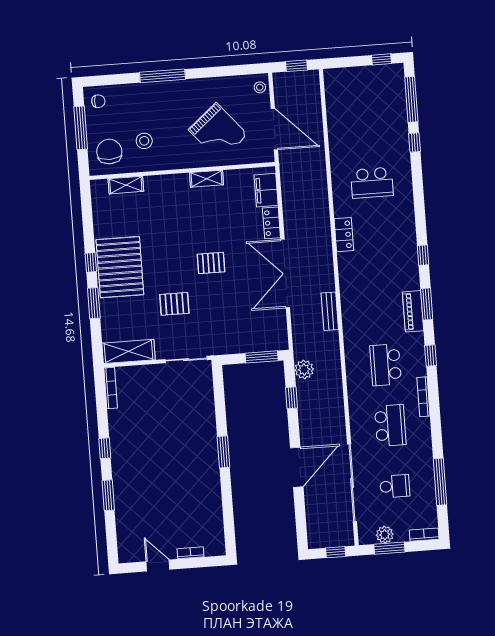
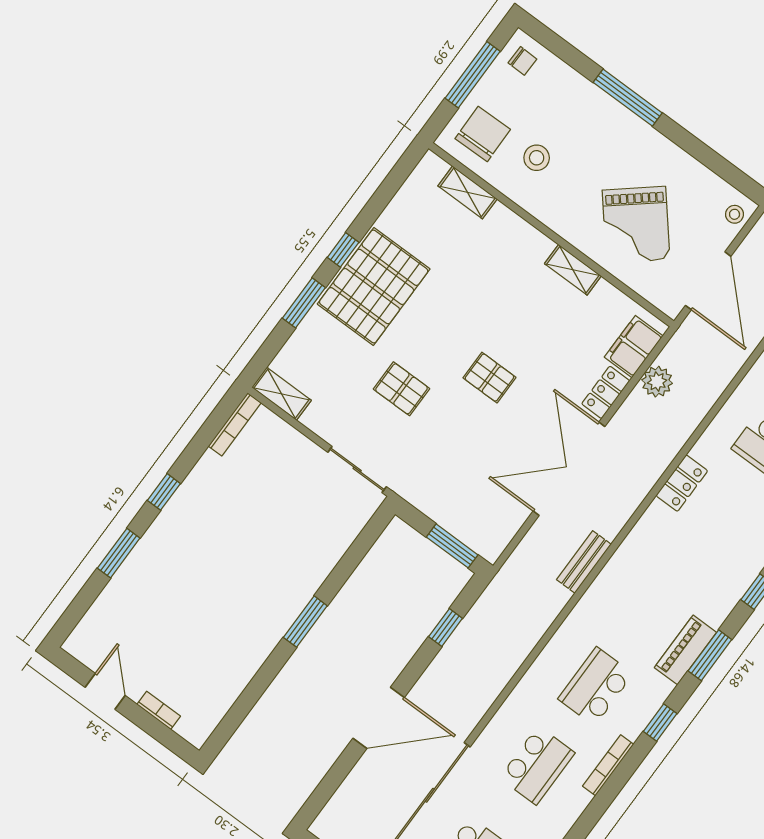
shelving: (129, 351) -> (281, 394), width x0.67, depth x0.75
plant: (304, 369) -> (657, 382), moved

